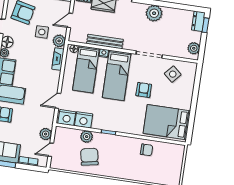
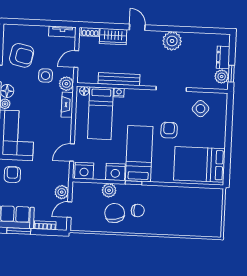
dresser: (198, 21) -> (223, 57), moved
window: (205, 25) -> (231, 74), moved
bed: (117, 75) -> (139, 154), moved, turned 180
nightstand: (84, 120) -> (115, 172), moved
chair: (147, 150) -> (138, 210), moved

